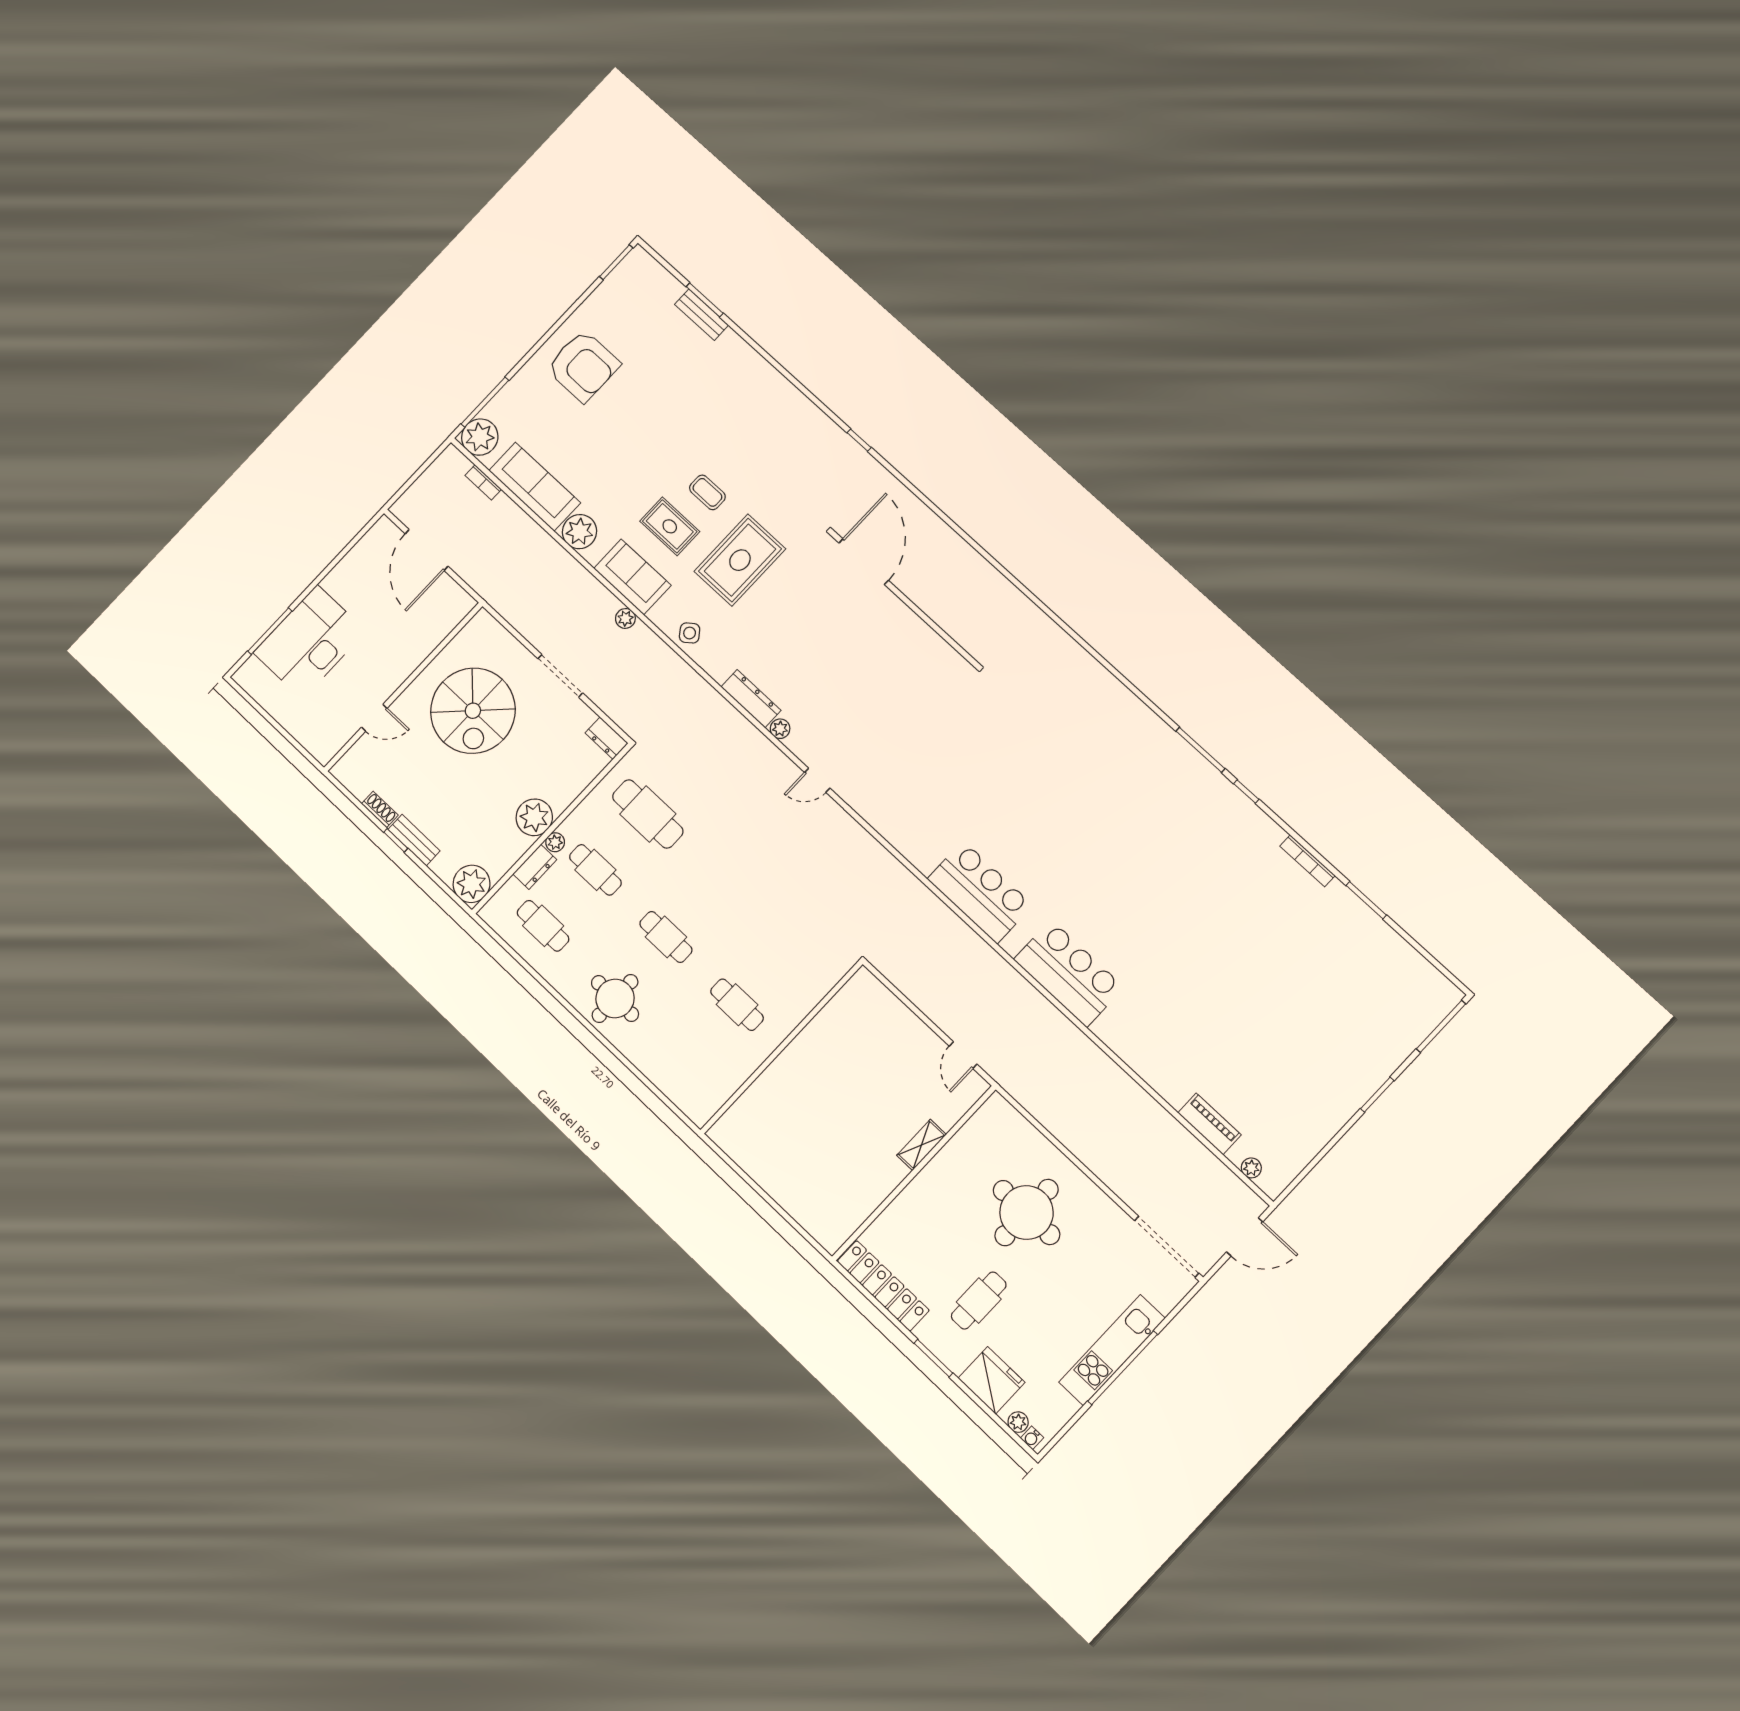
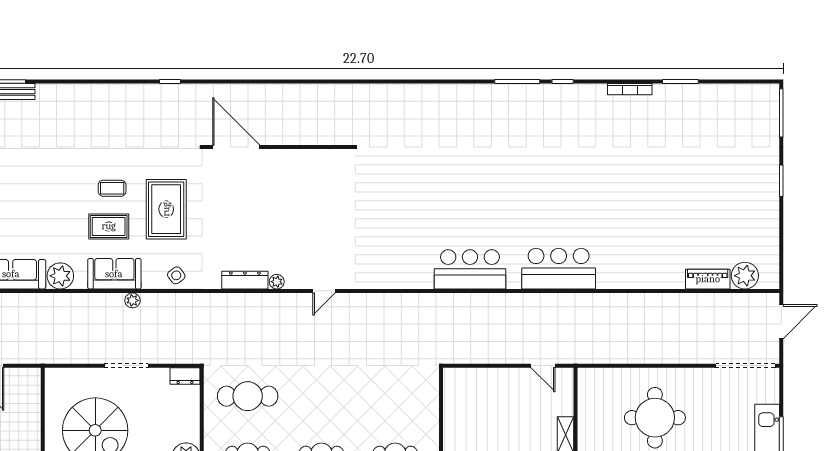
plant: (1251, 1168) -> (745, 276), width x1.87, depth x1.87

